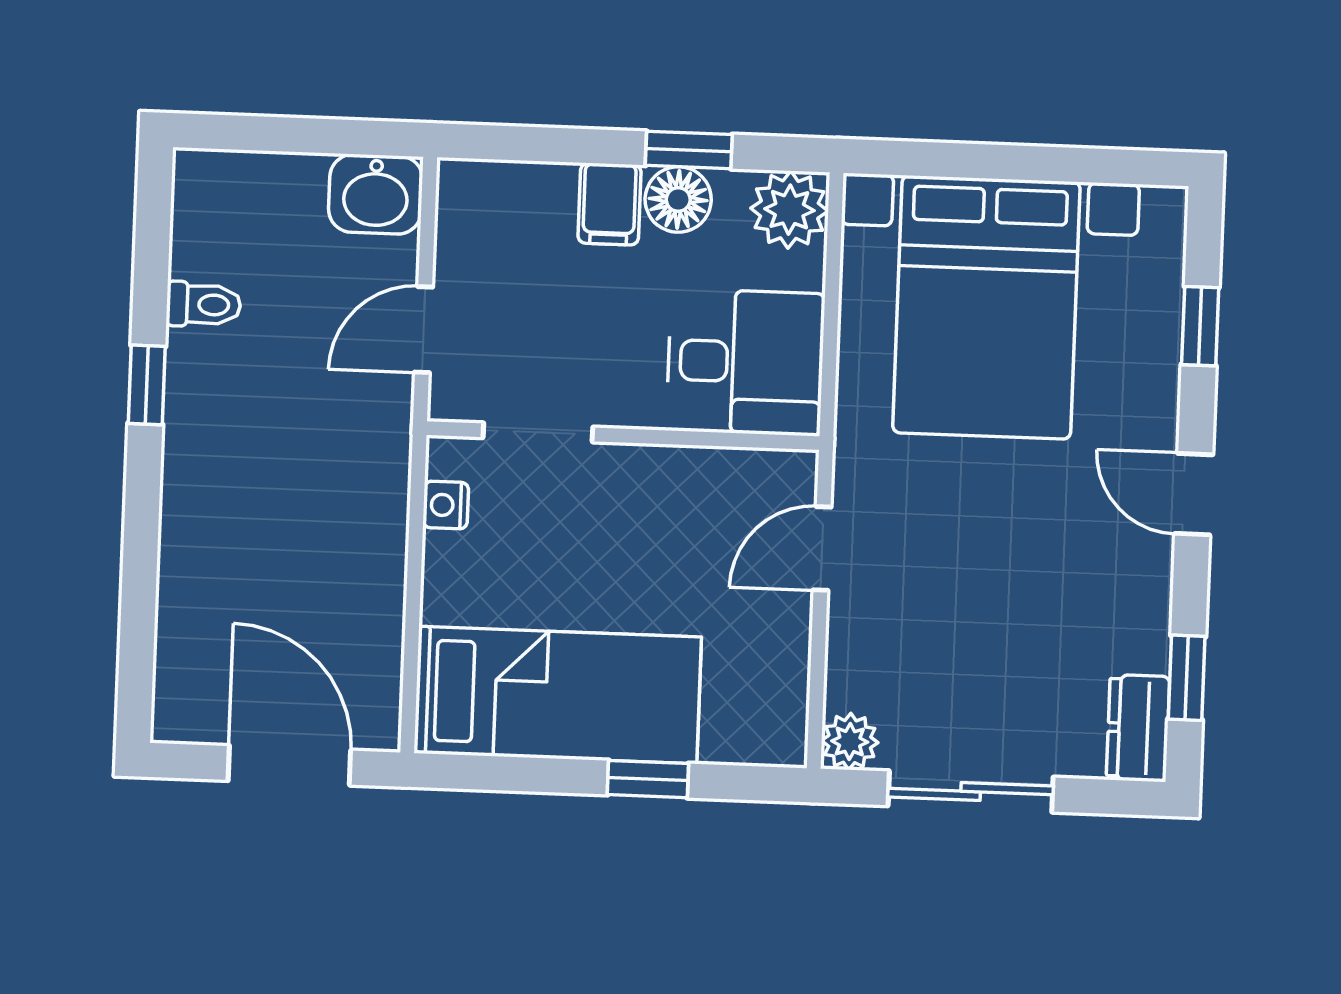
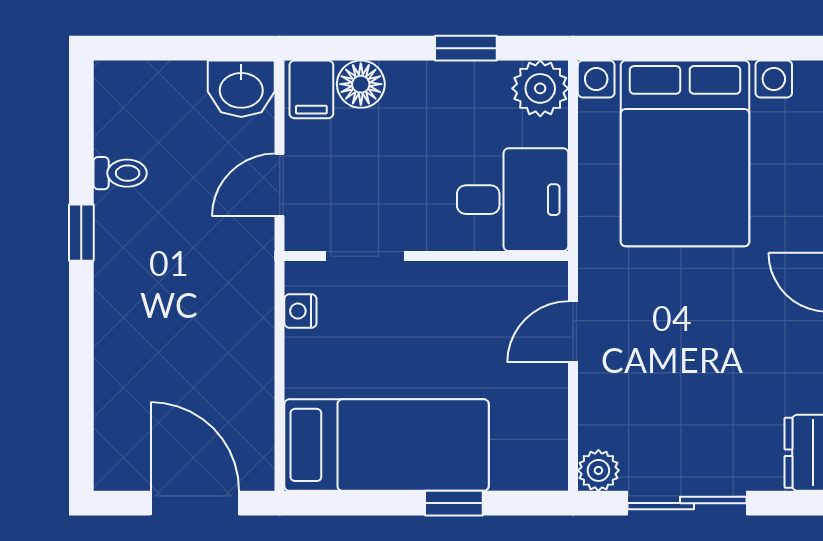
floor lamp: (678, 199) -> (361, 84), moved
filing cabinet: (609, 204) -> (311, 89), moved

